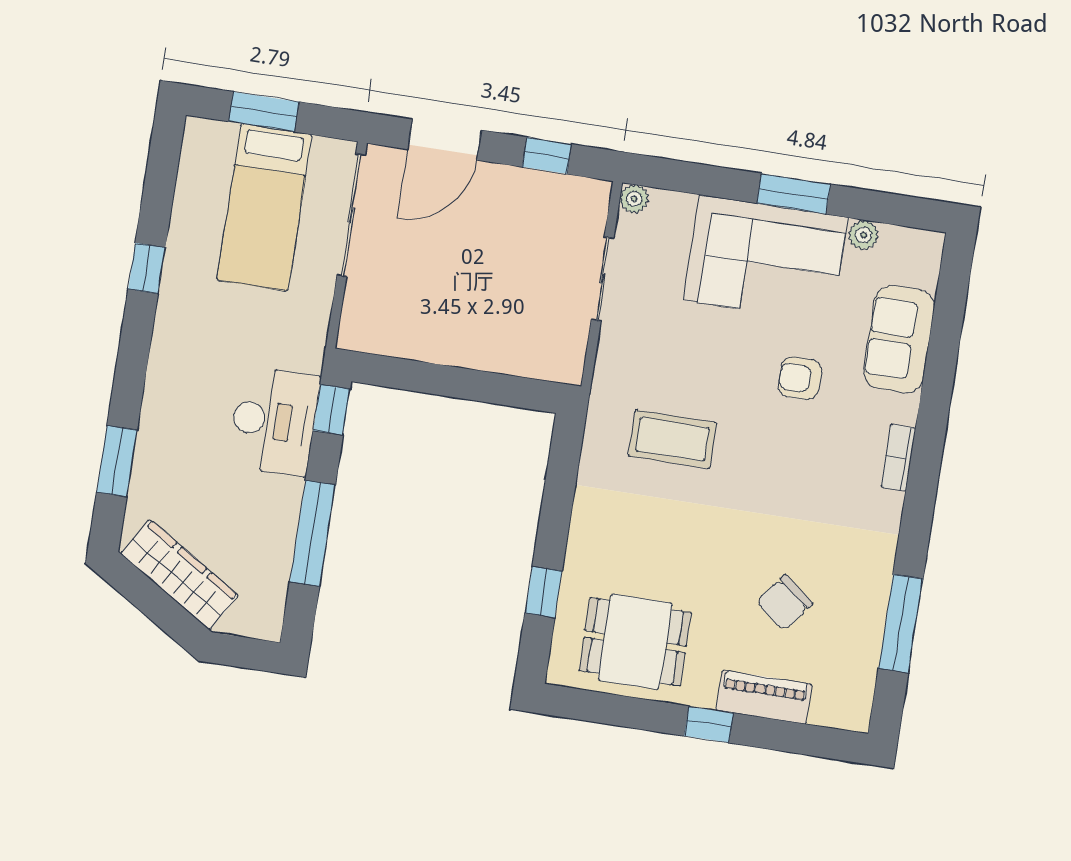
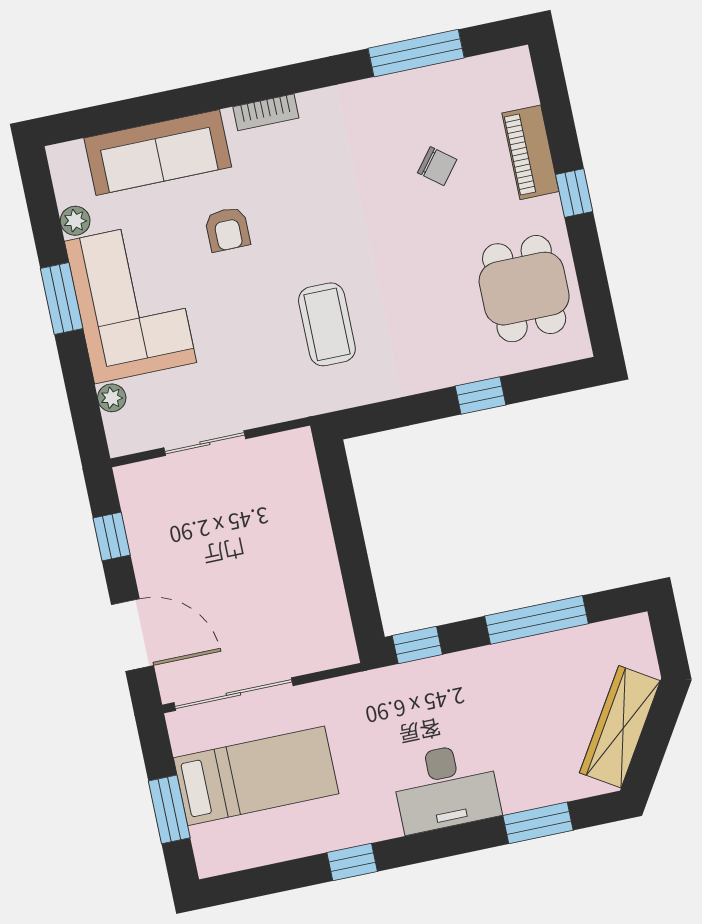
plant: (634, 199) -> (112, 398), moved
sofa: (899, 339) -> (158, 152), width x1.36
desk: (274, 421) -> (446, 787), moved, turned 180
window: (544, 592) -> (481, 396), moved
chair: (784, 603) -> (437, 166), width x0.73, depth x0.73

